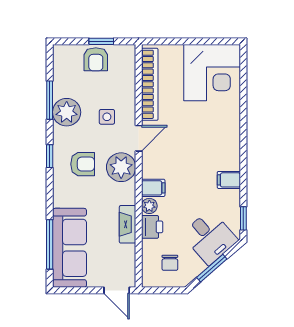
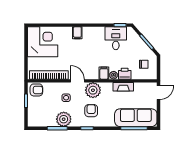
armchair: (96, 59) -> (36, 90), moved
filing cabinet: (229, 180) -> (77, 33), moved
desk: (210, 237) -> (116, 38), moved, turned -49

